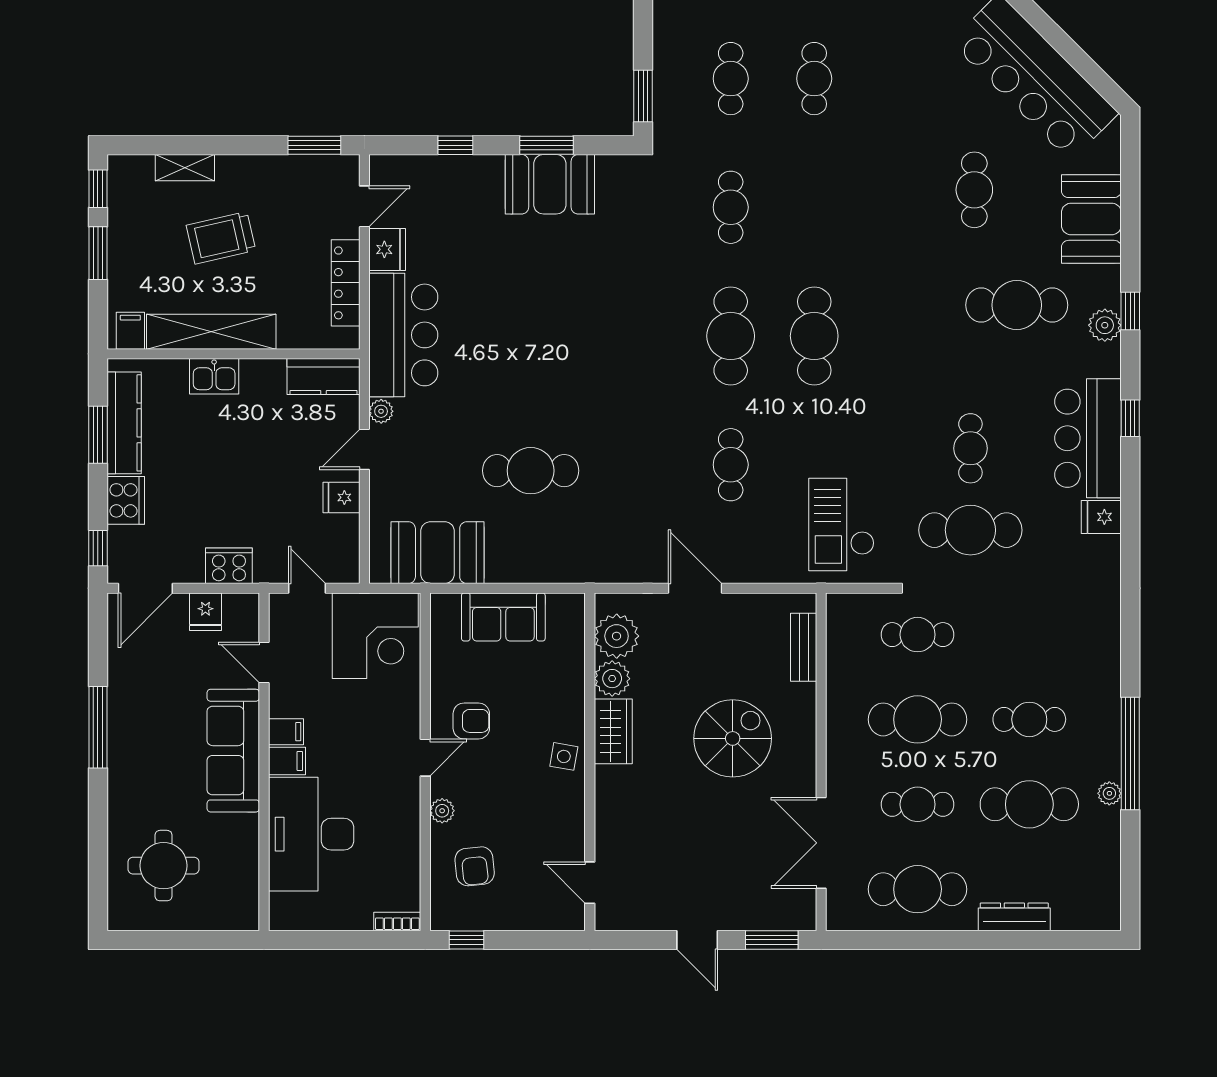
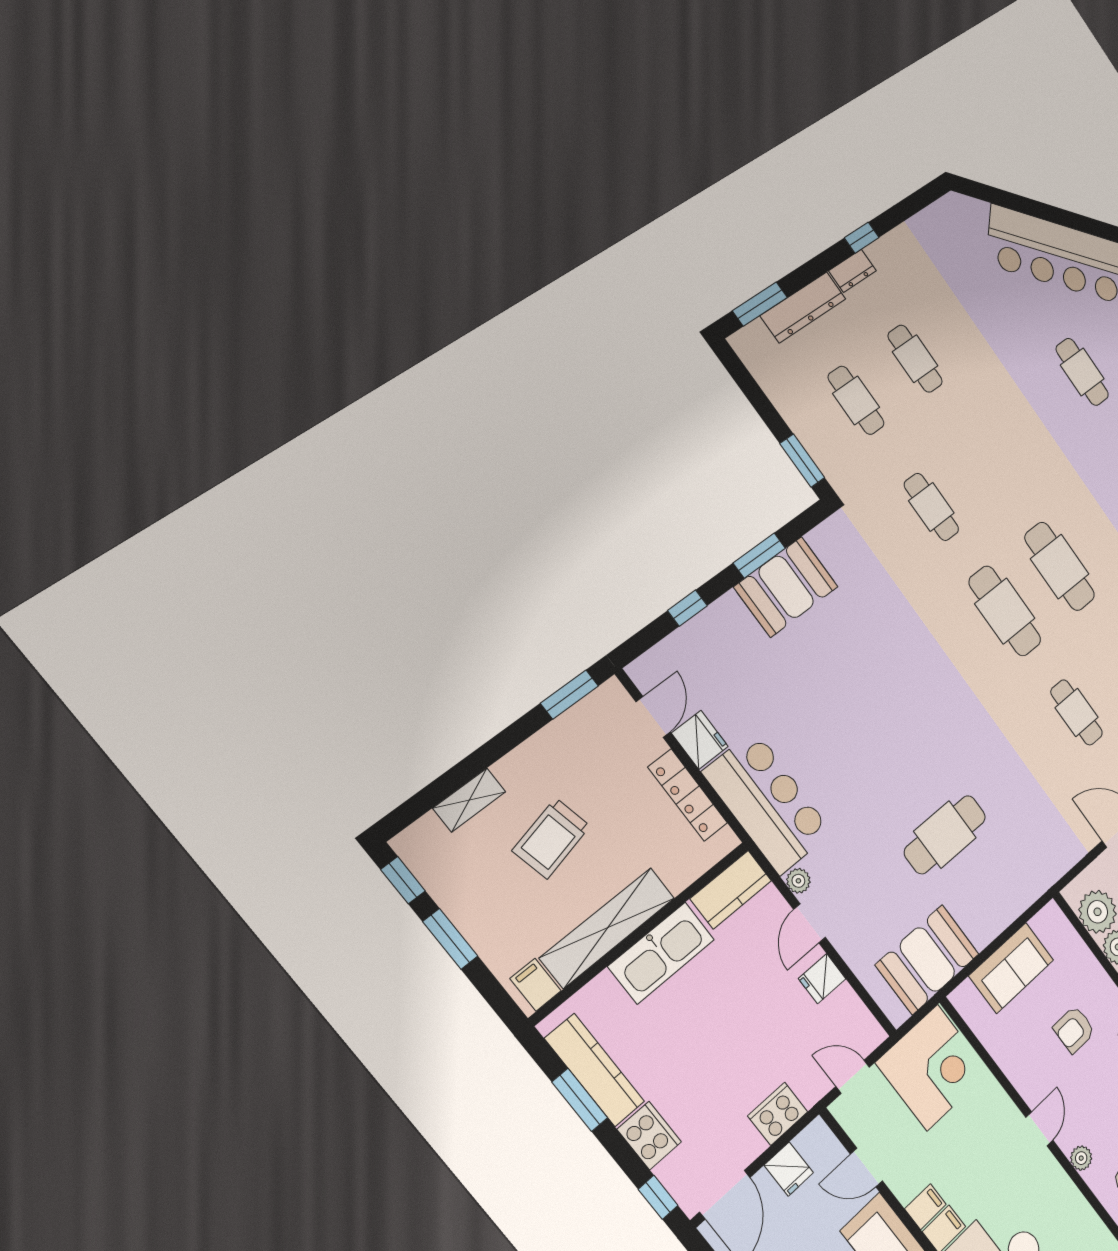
kitchen sink: (214, 376) -> (661, 953), width x1.87, depth x1.24
armchair: (471, 721) -> (1074, 1029), moved, turned 180

